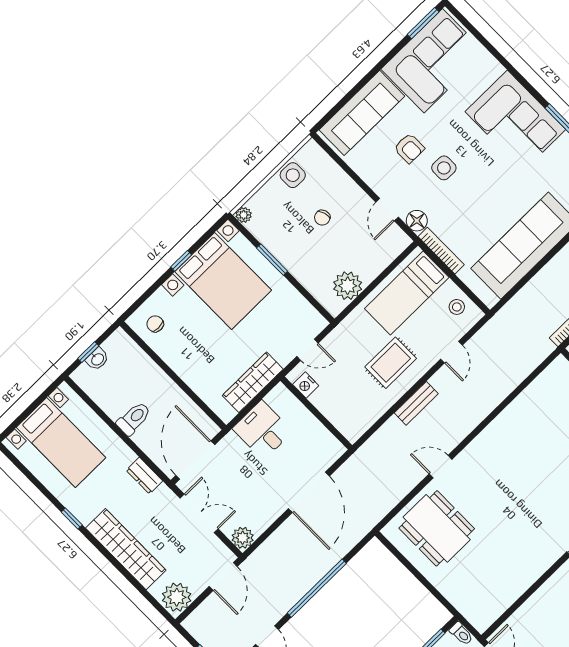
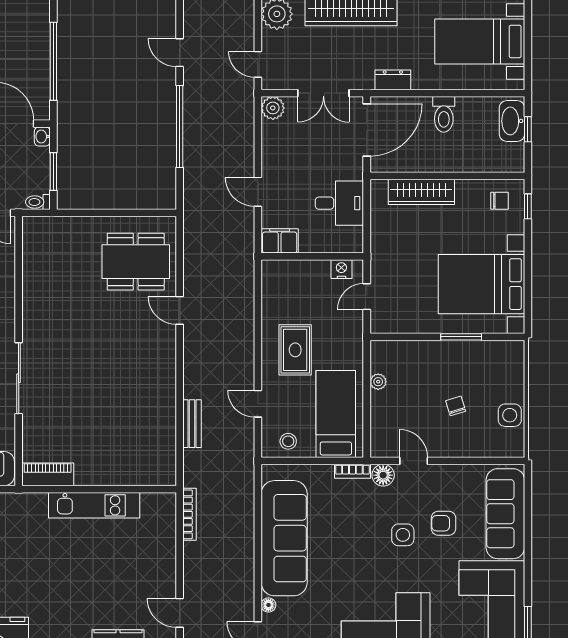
plant: (244, 215) -> (516, 349), removed
bookcase: (441, 251) -> (352, 471), width x0.64
window: (181, 261) -> (528, 206), moved
plant: (348, 286) -> (378, 382), width x0.53, depth x0.53
washbasin: (97, 359) -> (512, 121), width x1.91, depth x1.45
wardrobe: (253, 382) -> (421, 192), moved, turned 90
bench: (416, 403) -> (192, 424), moved
filing cabinet: (328, 445) -> (280, 241), added
door: (195, 460) -> (367, 130), hinge flipped
door: (441, 467) -> (180, 310), swing flipped
door: (309, 492) -> (258, 192), width x0.53
door: (223, 577) -> (258, 64), width x0.73

